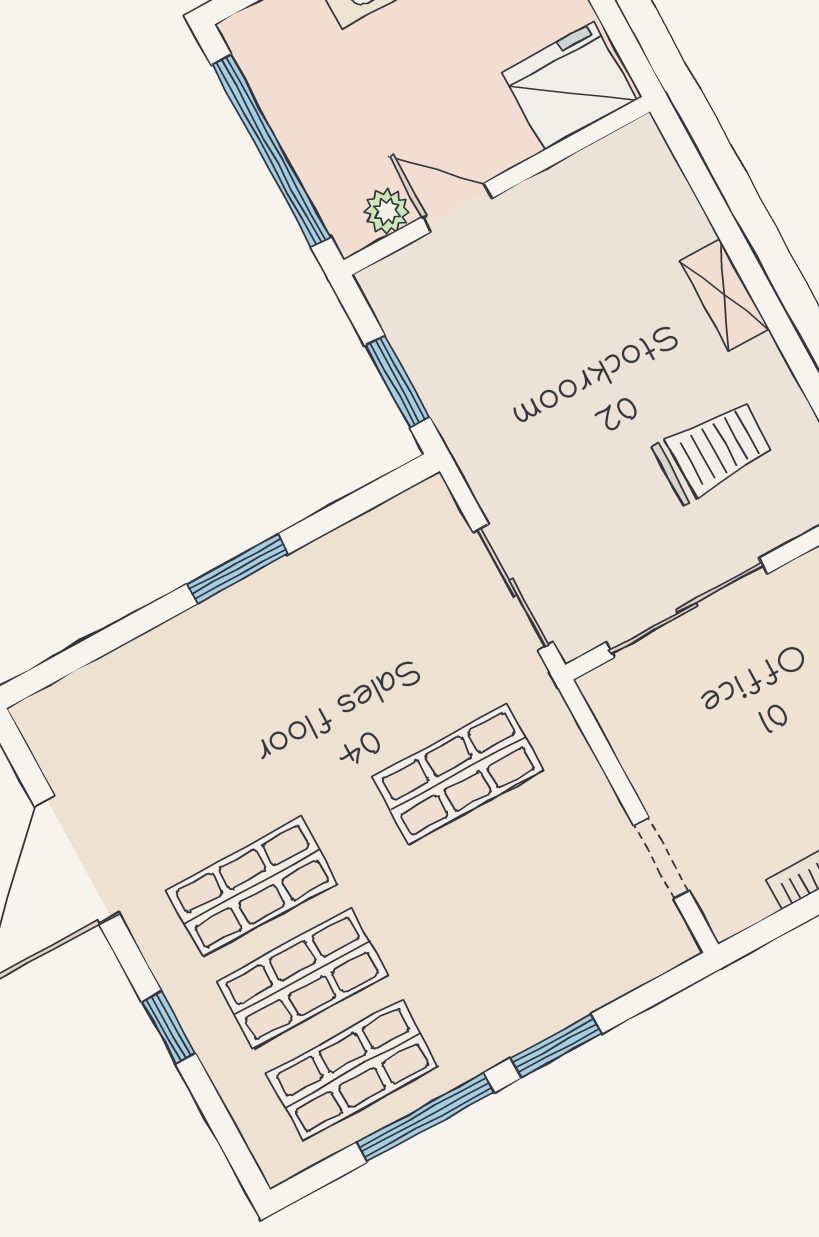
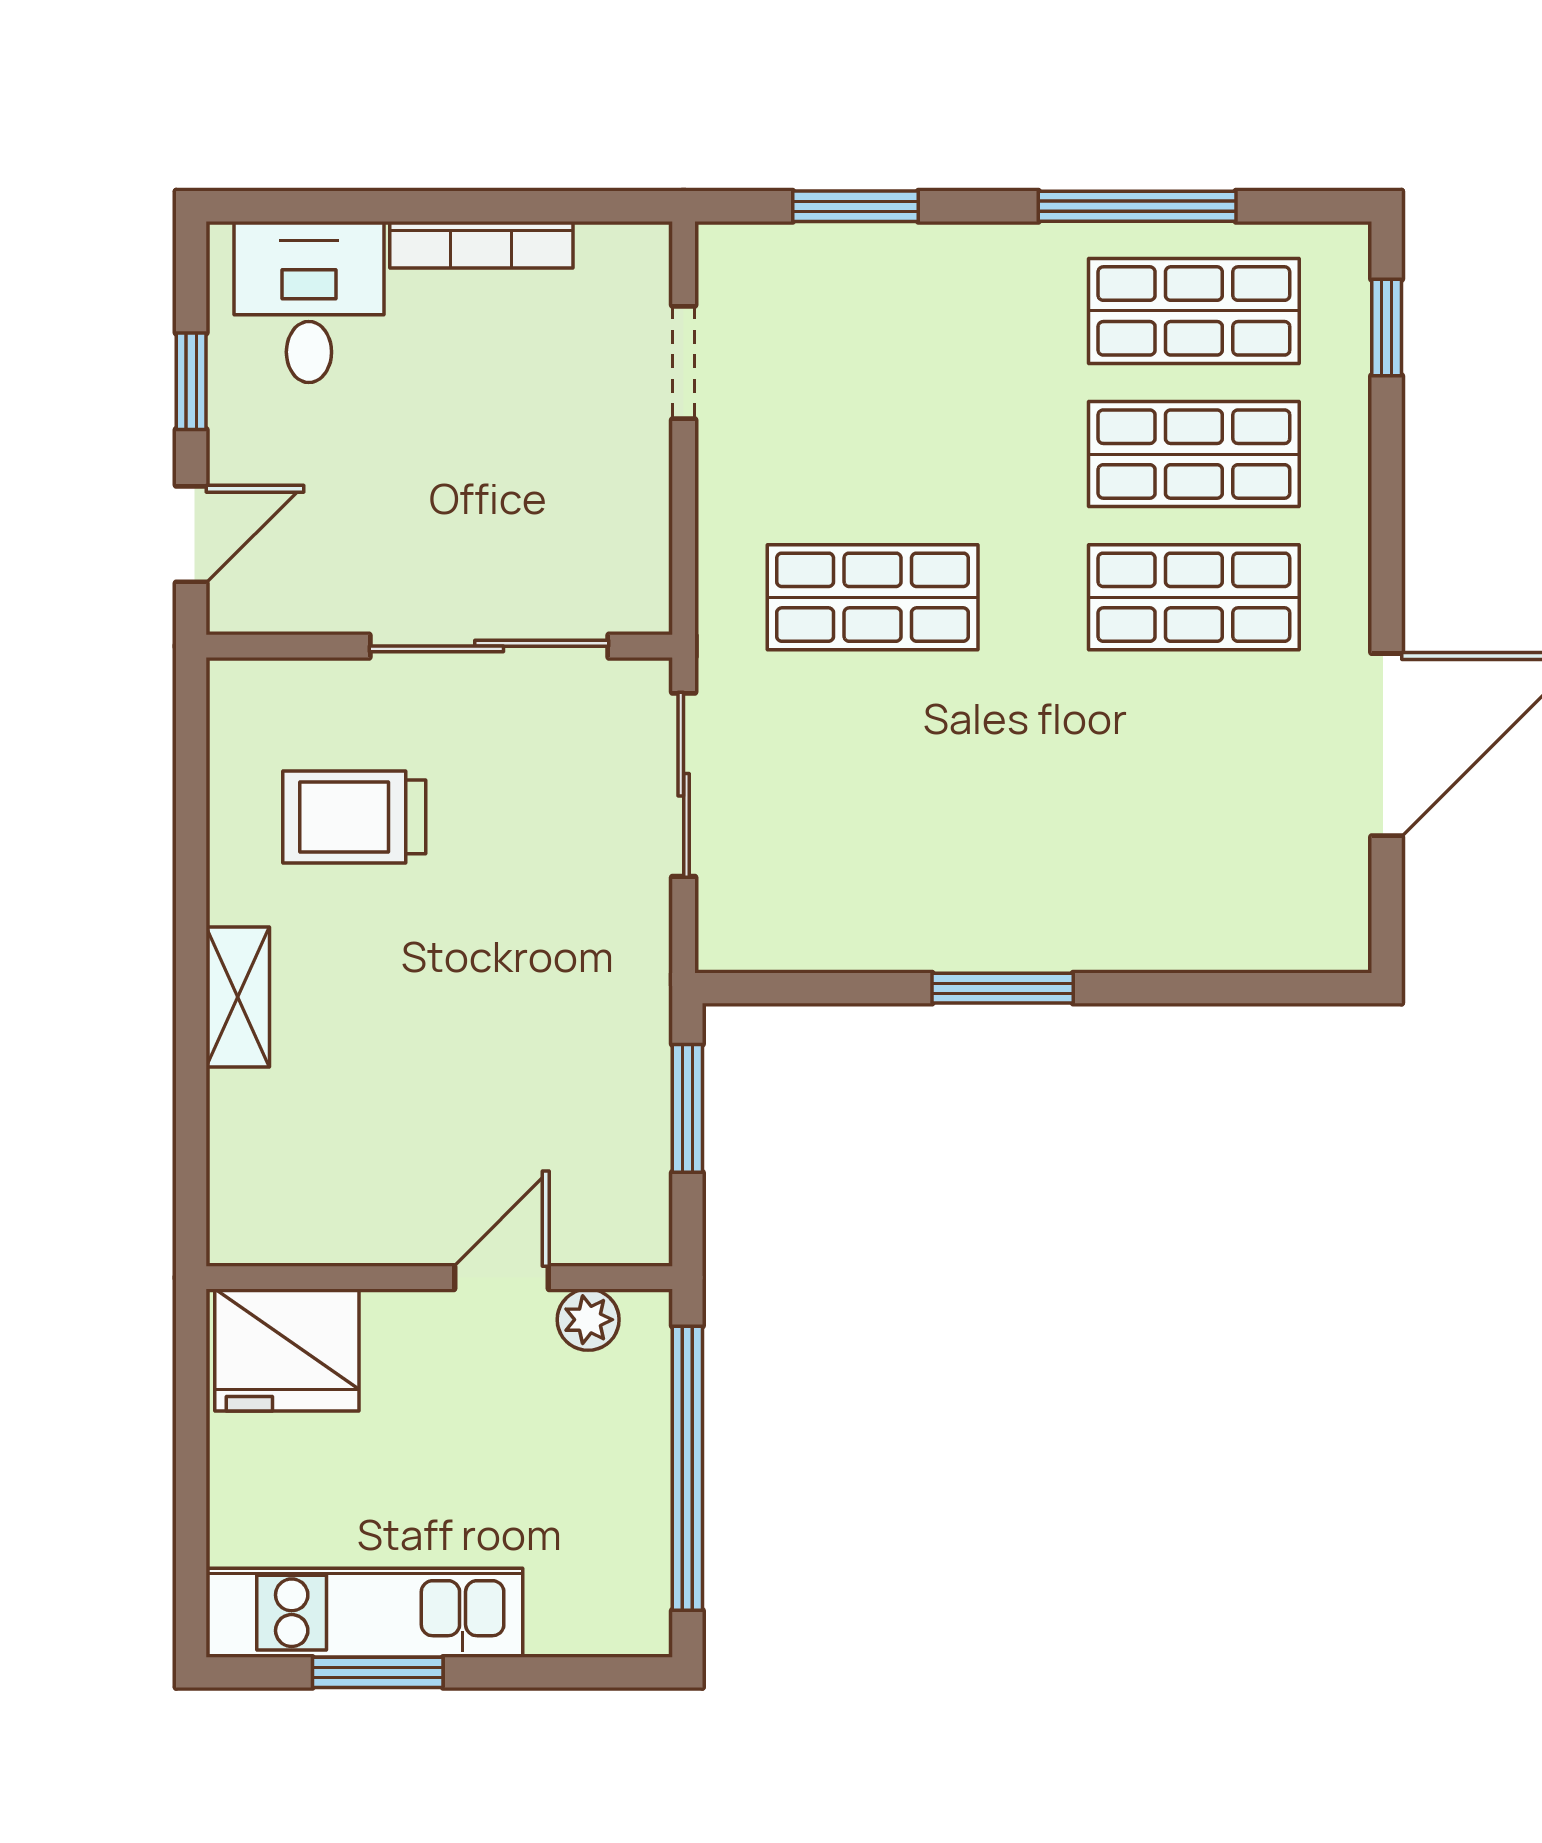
door: (457, 208) -> (502, 1278), swing flipped
window: (169, 1028) -> (1387, 328), moved
window: (556, 1046) -> (856, 206), moved

